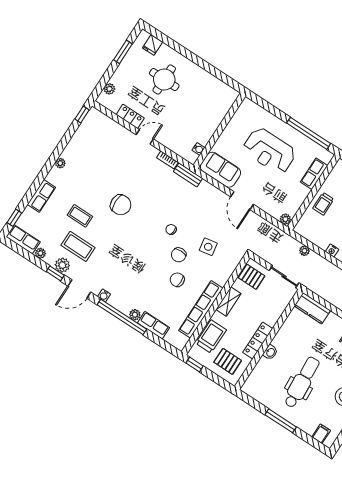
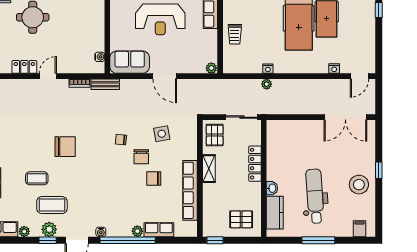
plant: (304, 251) -> (267, 84), moved
pallet: (252, 277) -> (215, 135), turned 90
kitchen counter: (312, 308) -> (275, 213), moved, turned -90
trolley: (211, 337) -> (213, 208), removed
locker: (258, 341) -> (255, 164), moved

